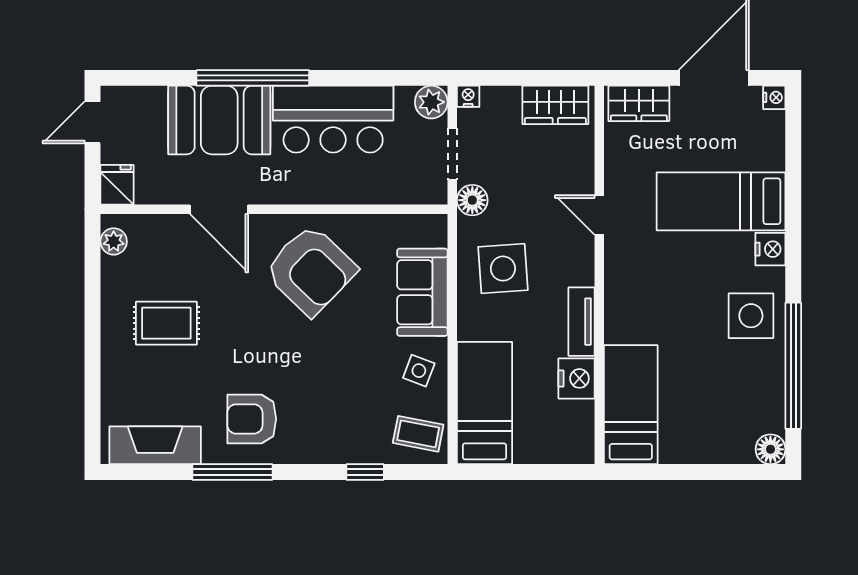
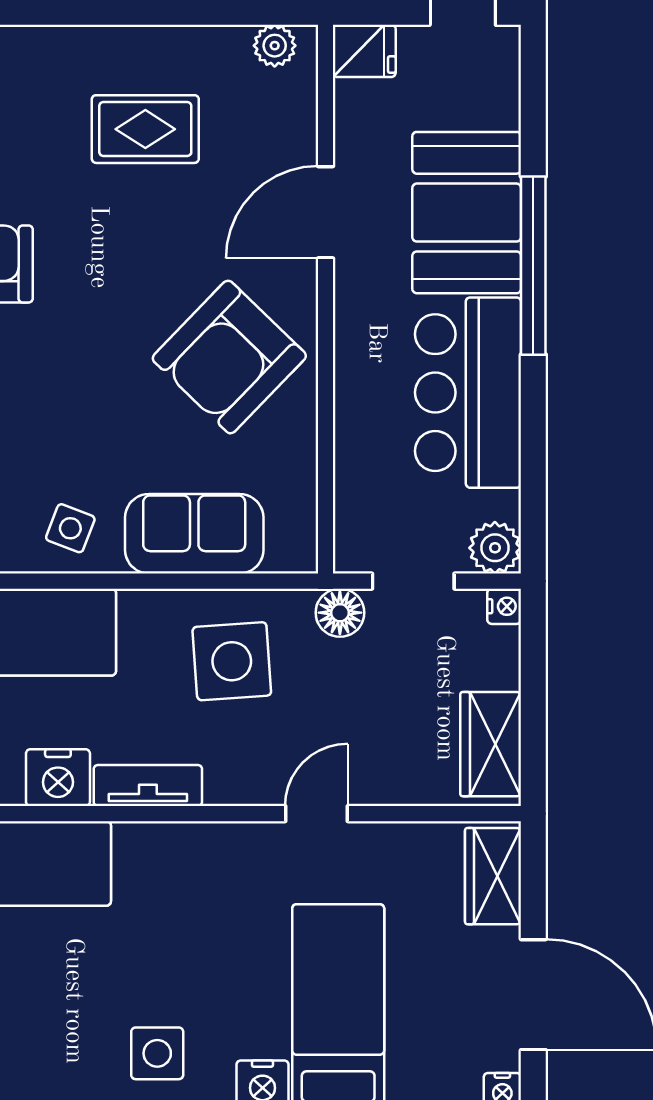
side table: (751, 316) -> (157, 1053), width x0.73, depth x0.73
rug: (166, 323) -> (145, 129), turned 90

